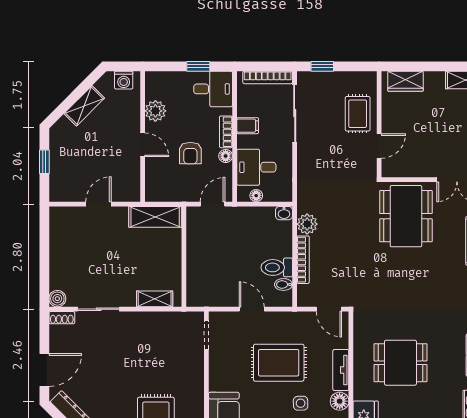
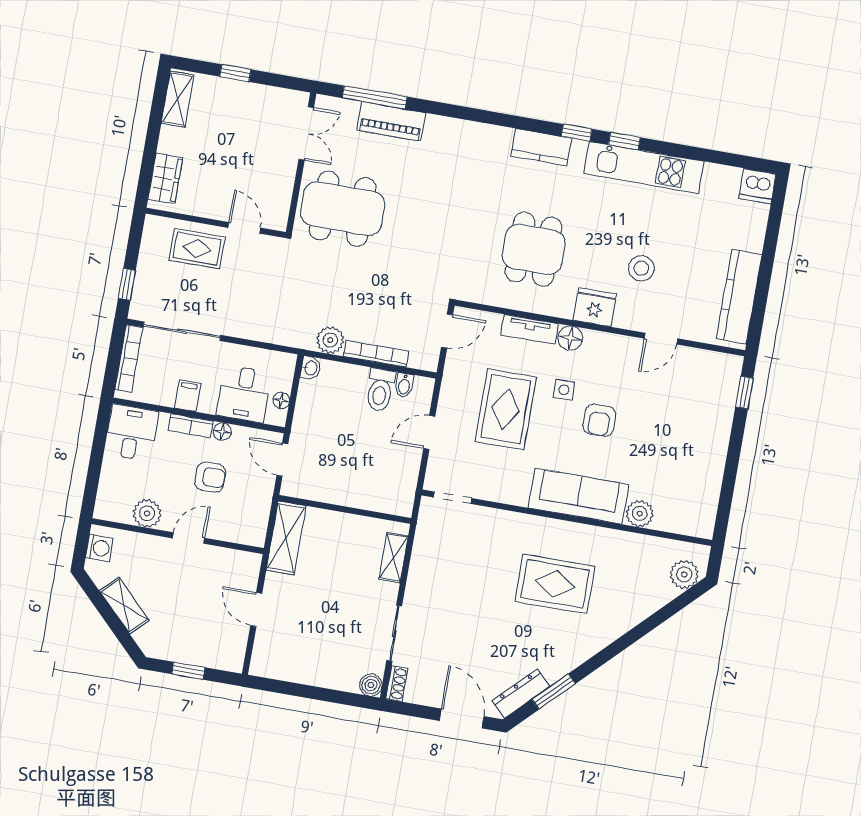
window: (198, 66) -> (98, 447), removed

